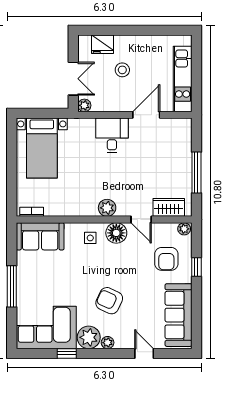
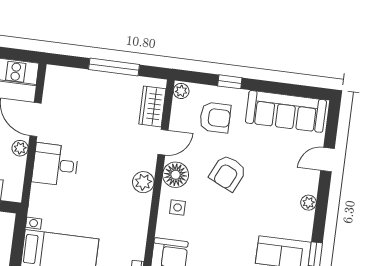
plant: (84, 105) -> (20, 148), moved
armchair: (109, 301) -> (228, 173), moved
plant: (89, 337) -> (299, 225), removed

